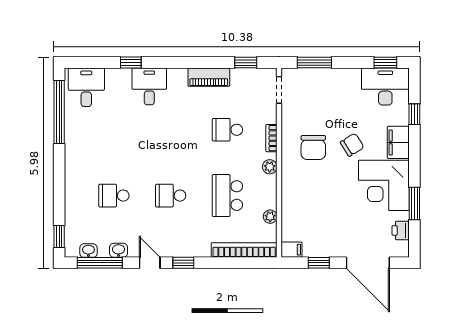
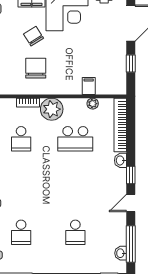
chair: (313, 148) -> (36, 68), turned -90
plant: (270, 167) -> (52, 109), width x1.87, depth x1.87
school desk: (171, 196) -> (21, 232), moved
washbasin: (119, 250) -> (120, 160), moved
filing cabinet: (292, 250) -> (89, 86), moved

